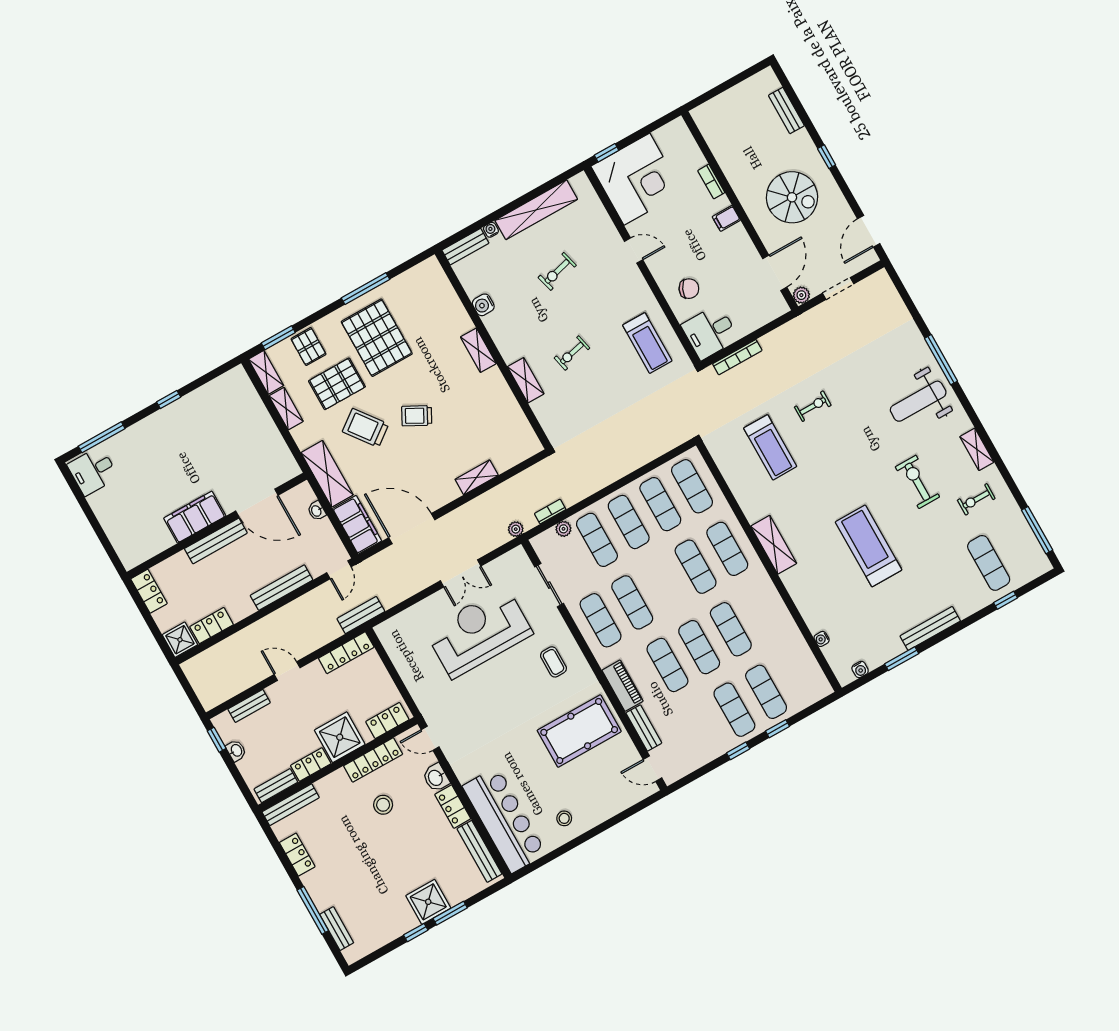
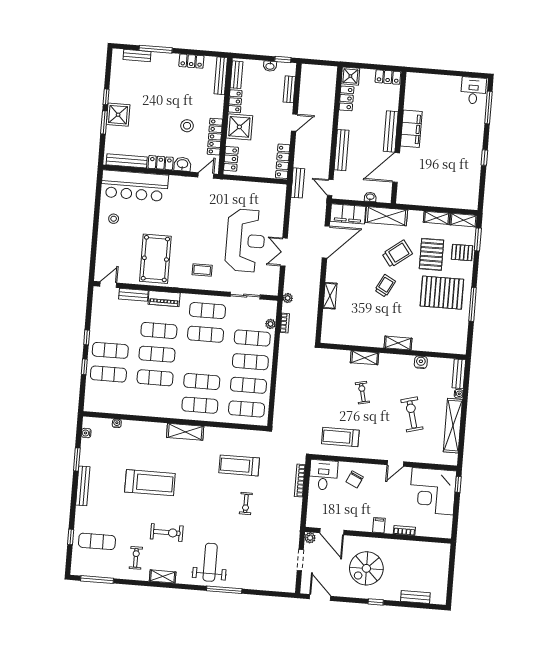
exercise bike: (557, 271) -> (412, 414), width x1.38, depth x1.39

